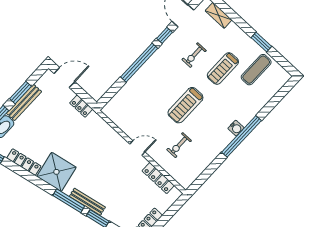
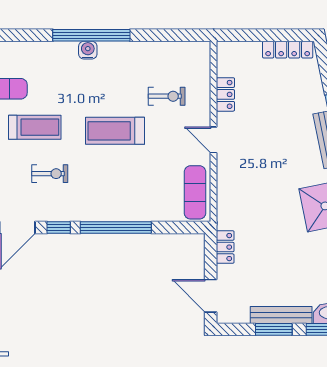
treadmill: (185, 105) -> (115, 131), turned 180
exercise mat: (121, 116) -> (195, 192), added
locker: (158, 178) -> (225, 94), width x0.66

